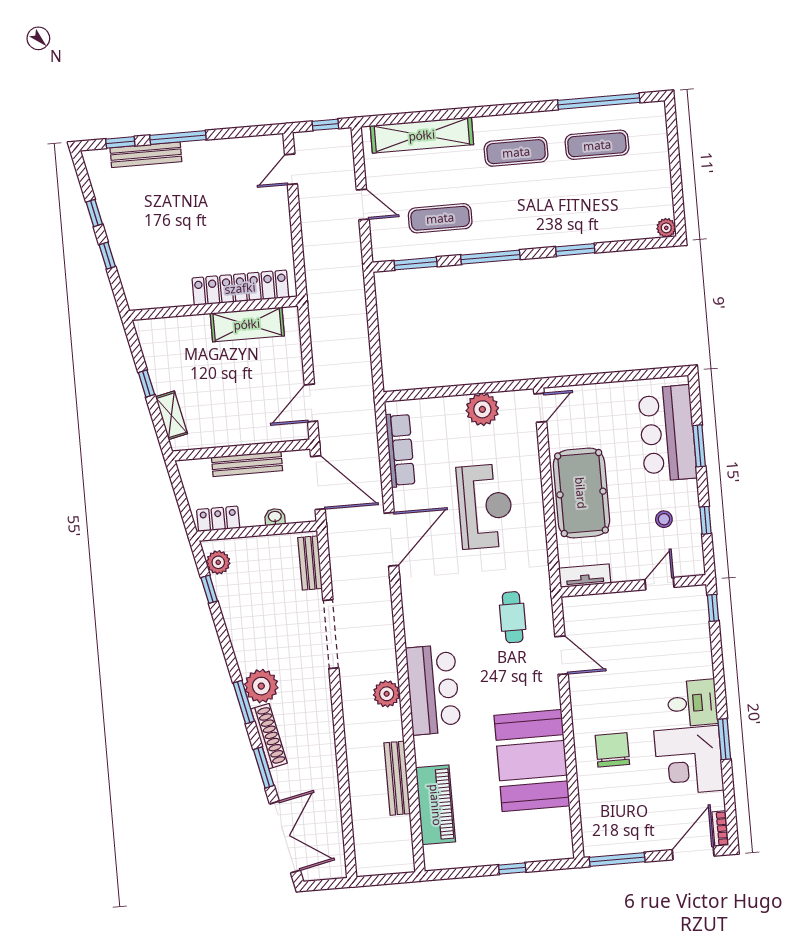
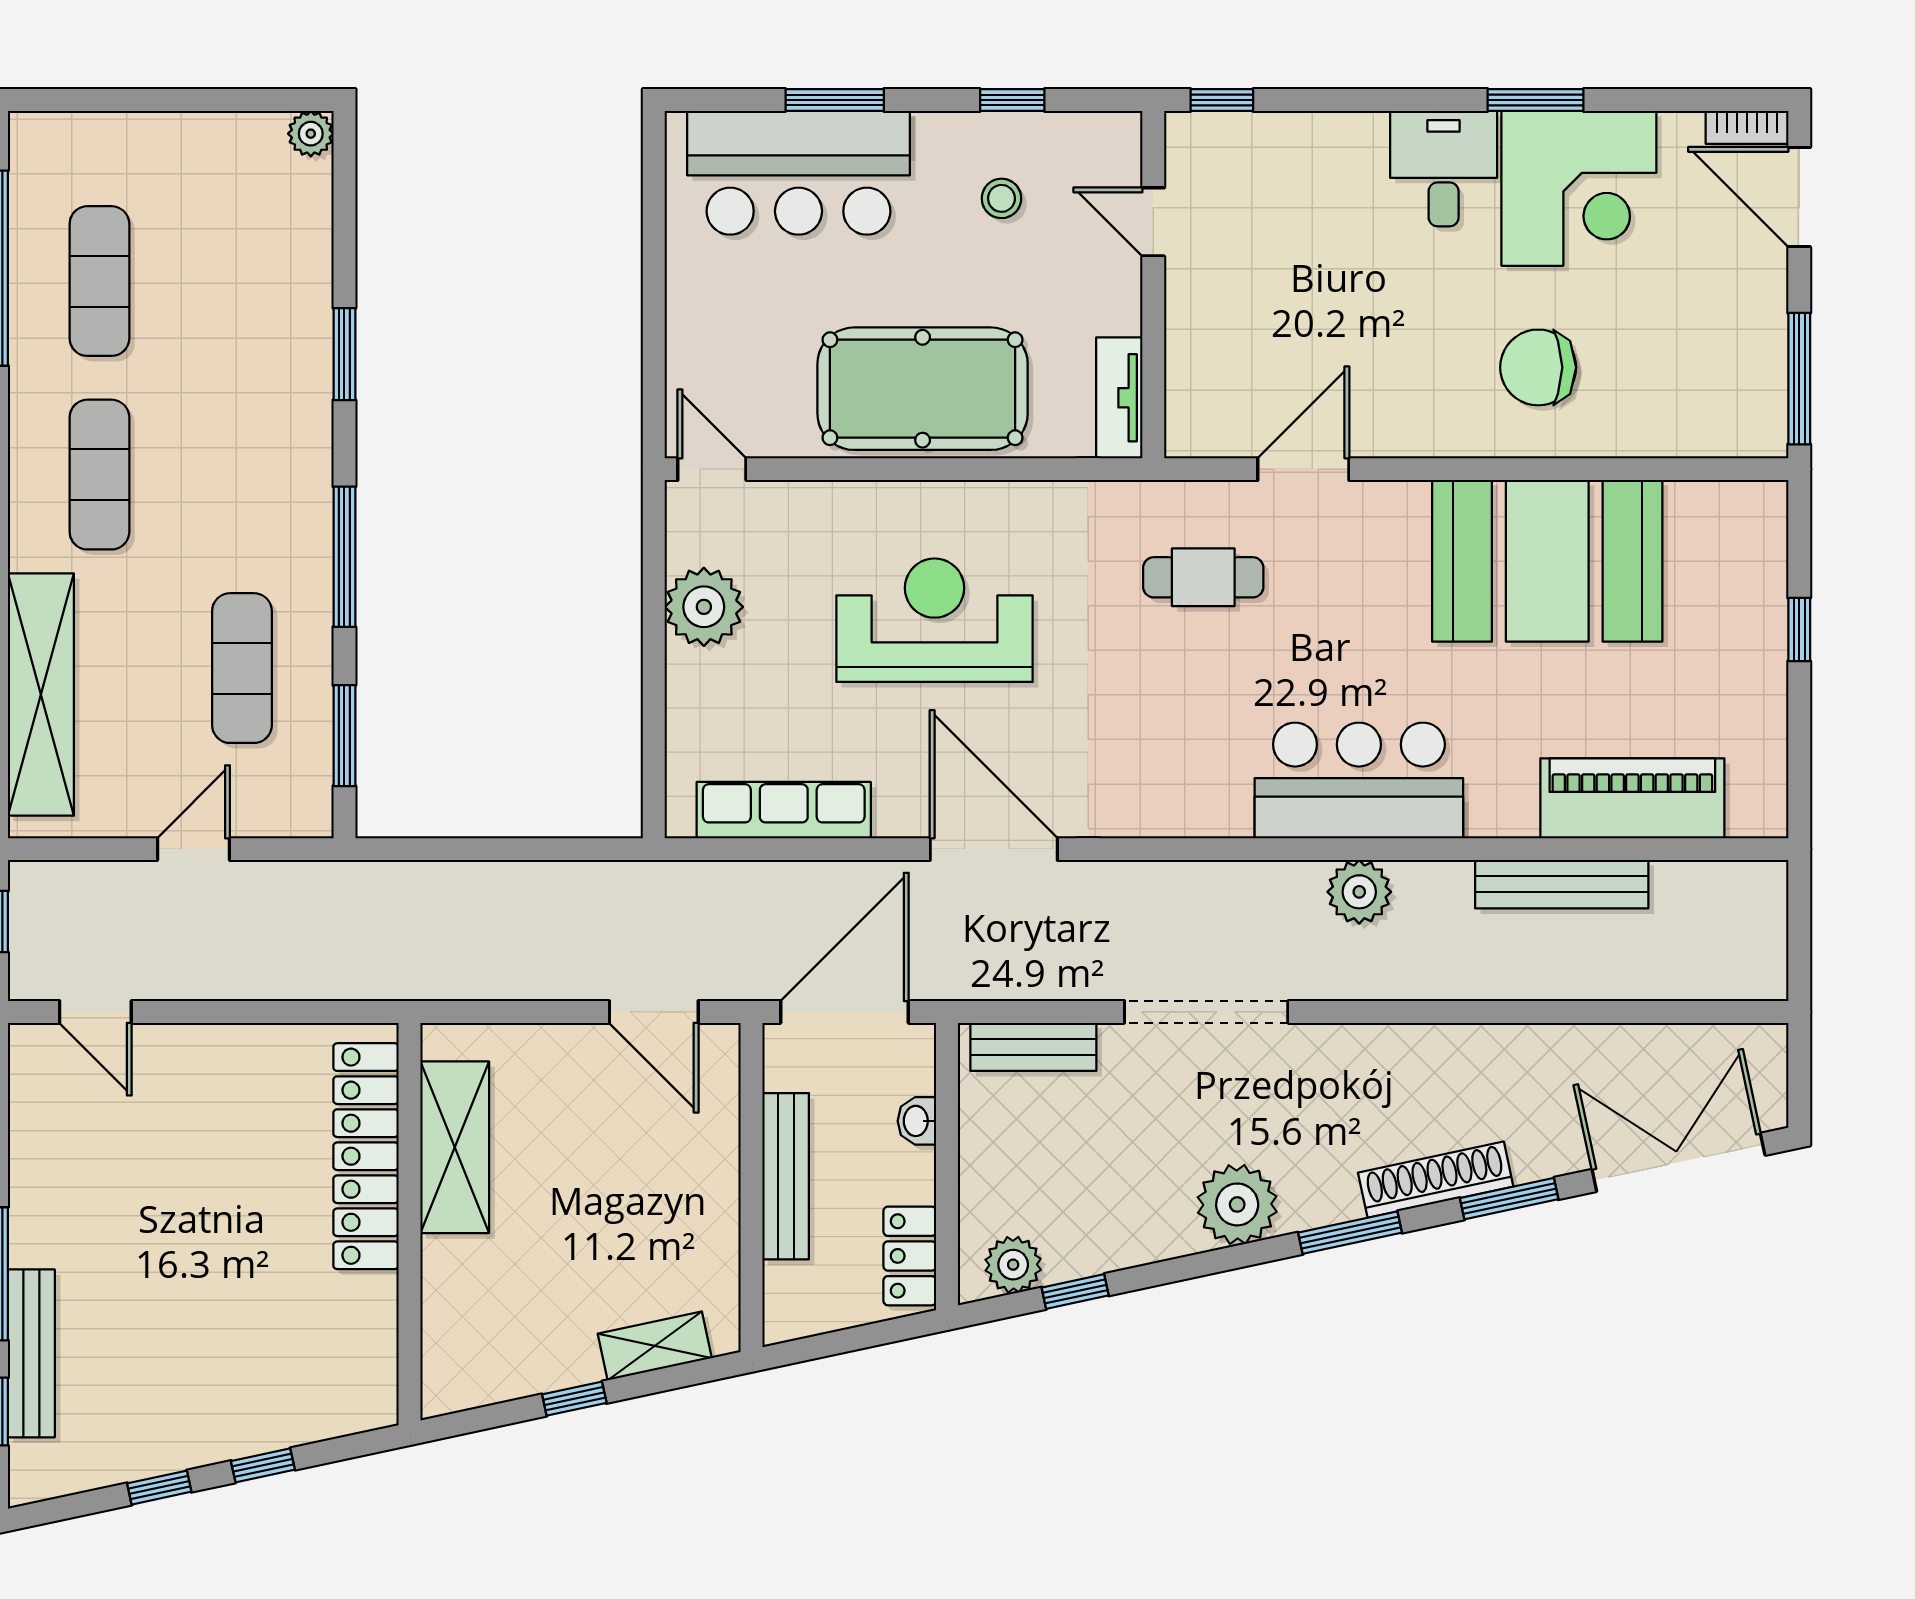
plant: (261, 686) -> (1237, 1204), moved

